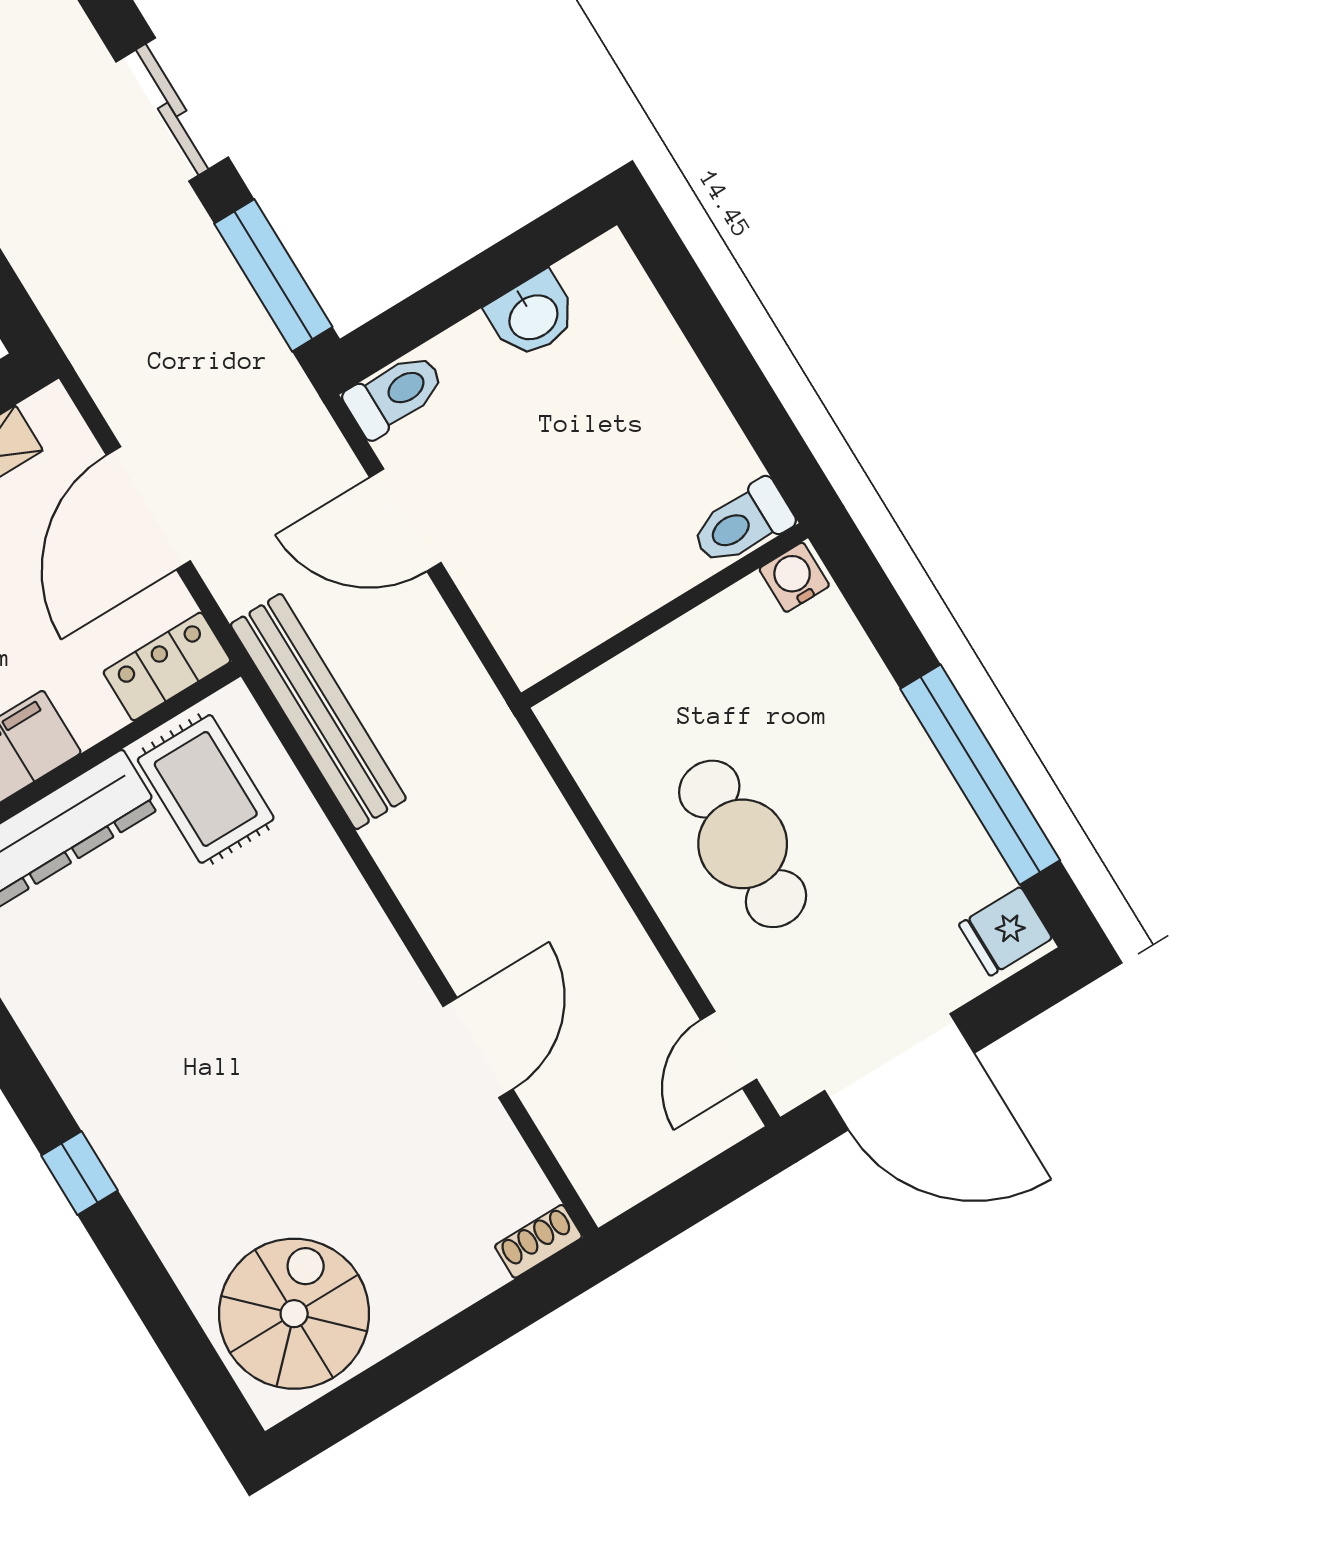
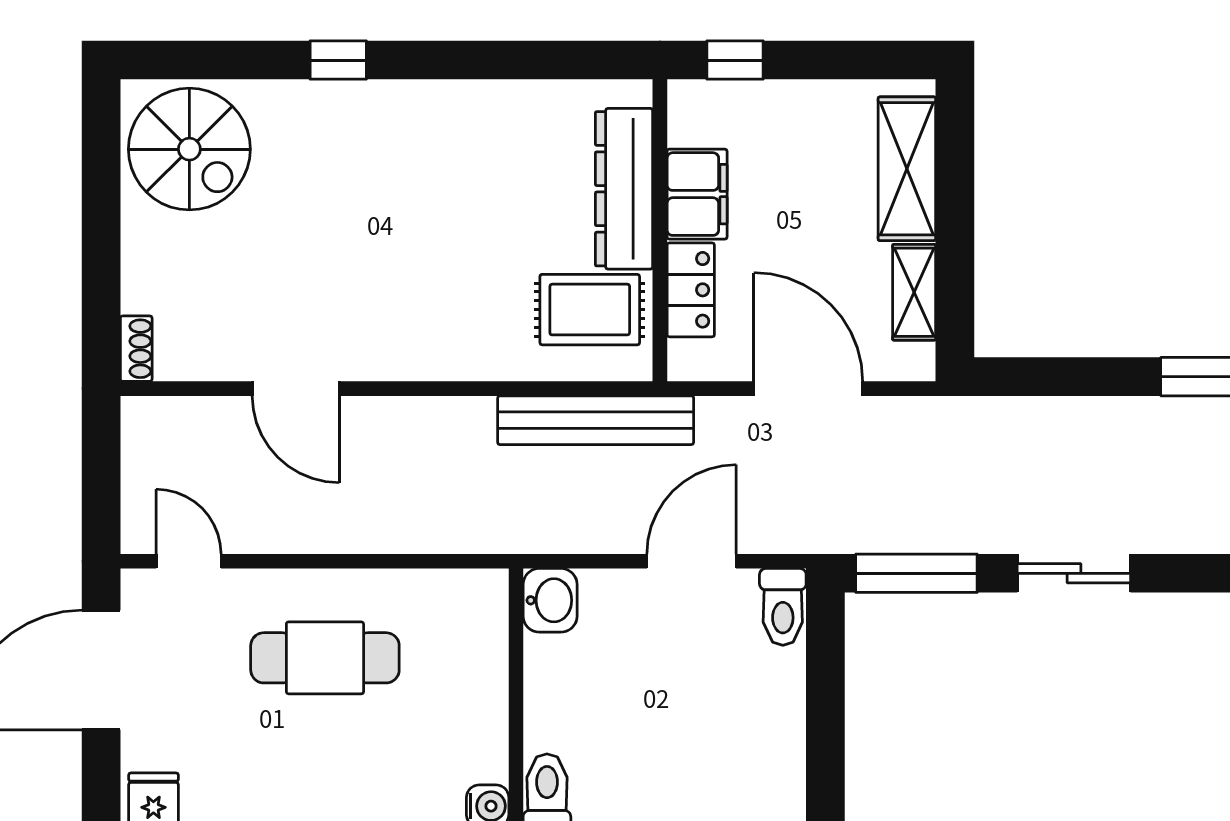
washbasin: (532, 316) -> (550, 600), moved, turned 180
locker: (167, 667) -> (691, 290), moved
window: (79, 1173) -> (338, 60), moved

